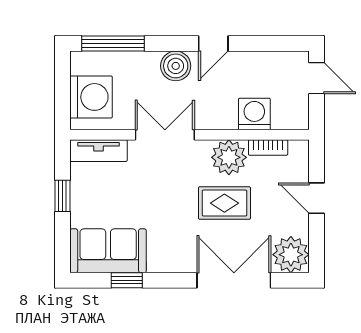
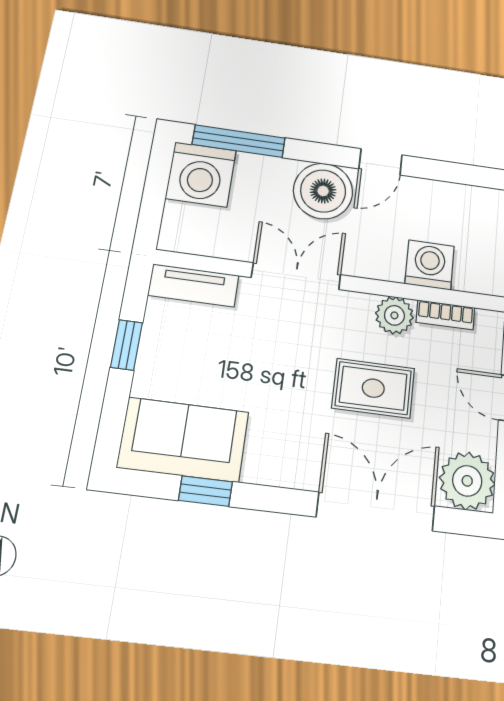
boiler: (176, 66) -> (323, 191), width x1.37, depth x1.37
washing machine: (91, 97) -> (201, 174), moved, turned 90
plant: (229, 157) -> (394, 315), width x0.73, depth x0.73

